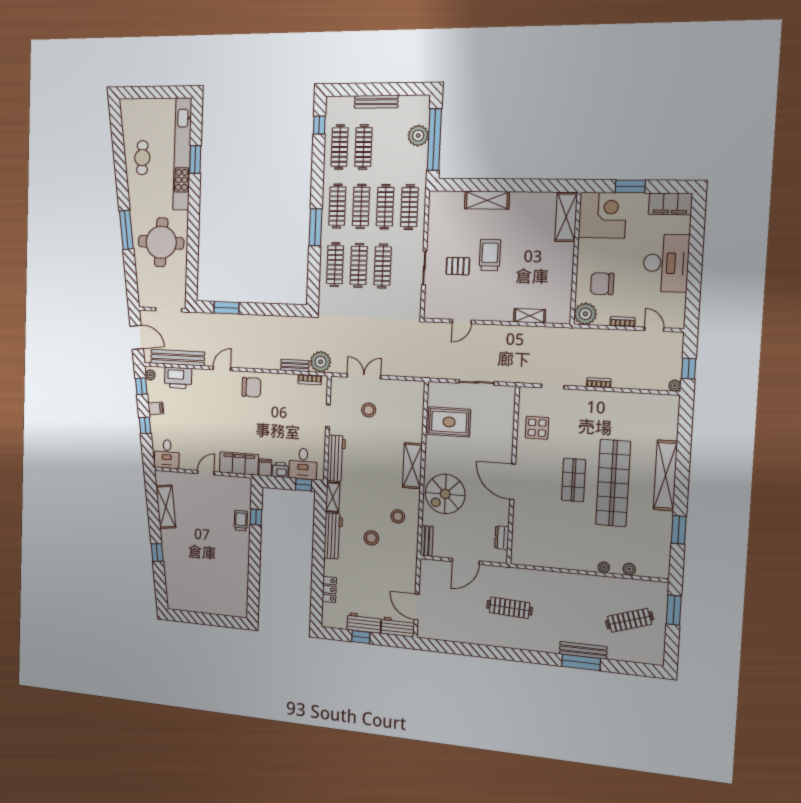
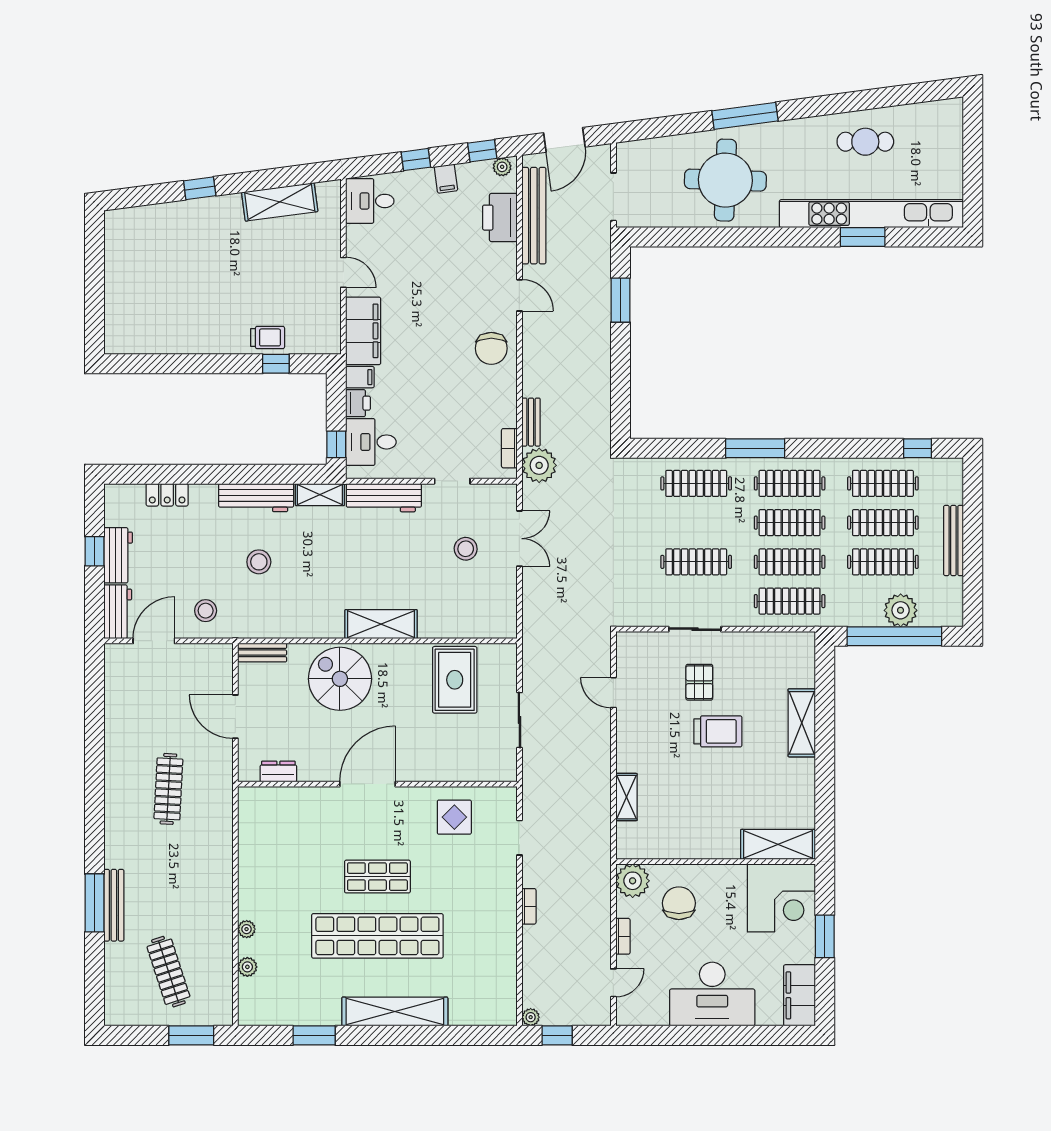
clothes rail: (359, 265) -> (883, 562), moved
stool: (398, 516) -> (206, 611), moved

